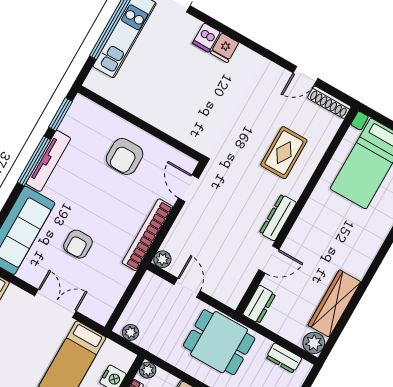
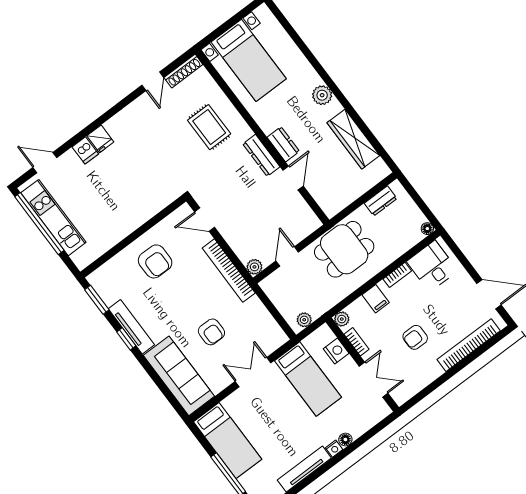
window: (34, 161) -> (126, 339), width x0.46
door: (187, 288) -> (287, 256), hinge flipped
dresser: (259, 304) -> (283, 144), moved
plant: (314, 343) -> (322, 95), moved

